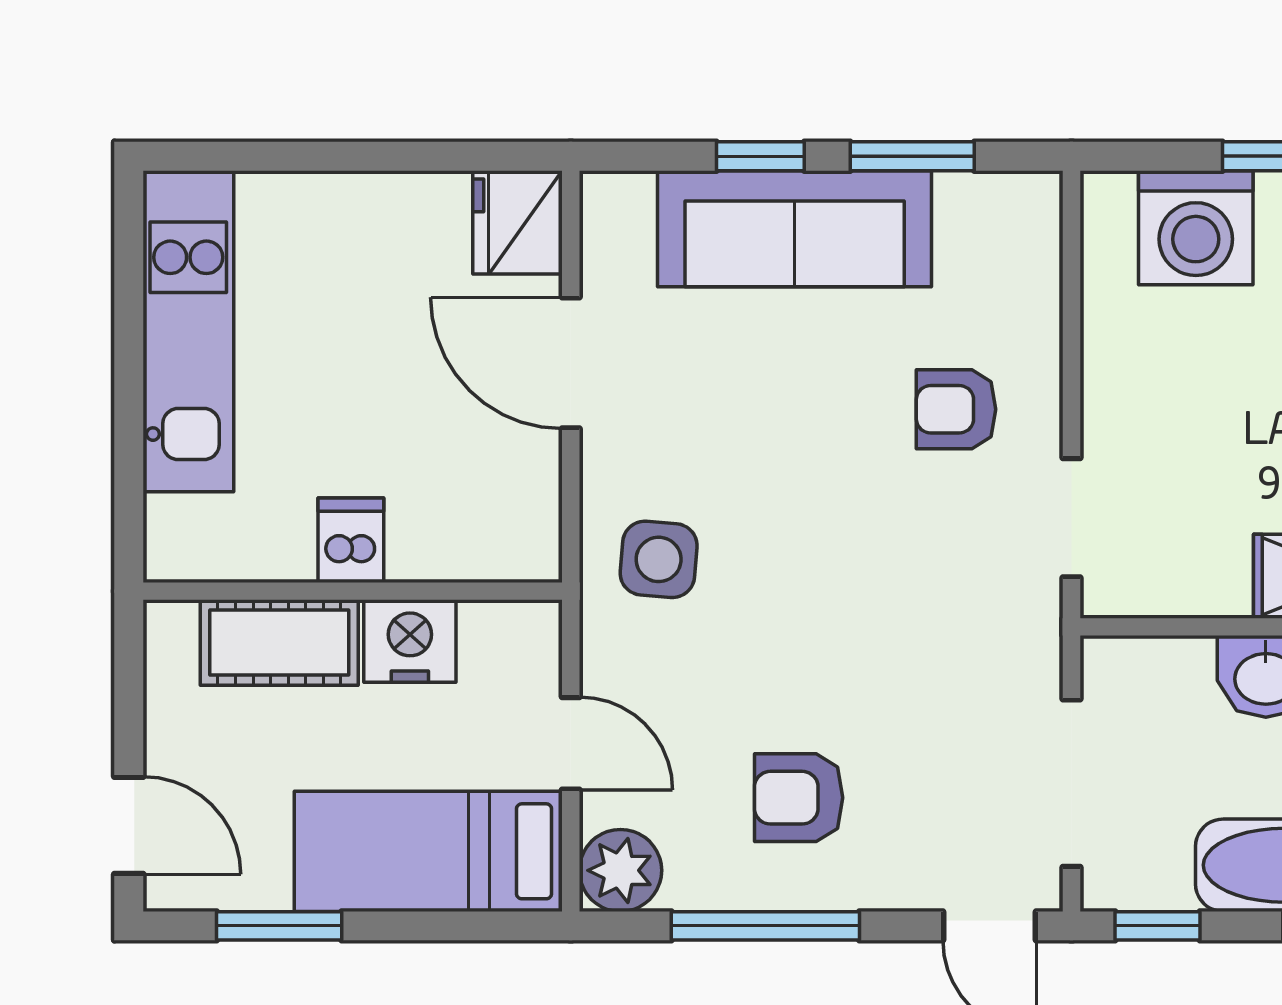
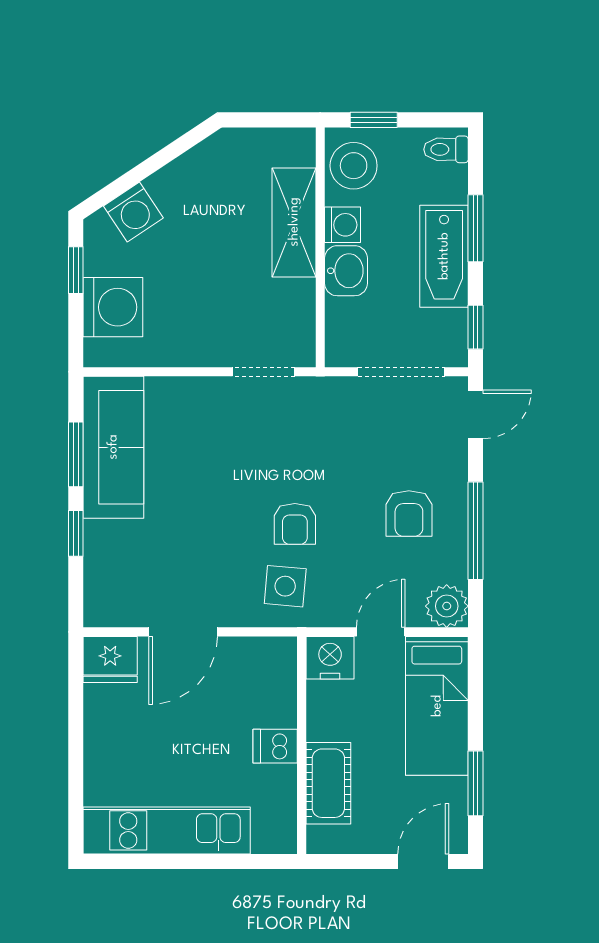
sofa: (795, 229) -> (113, 447), moved
armchair: (956, 409) -> (295, 524), moved
nightstand: (410, 641) -> (330, 658), moved, turned 90

